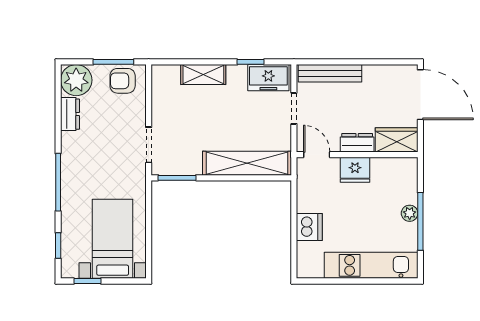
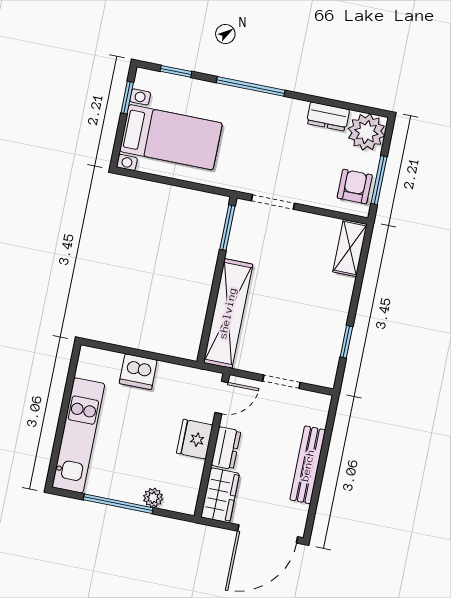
bench: (330, 73) -> (308, 465), moved
shelving: (203, 75) -> (350, 248), moved
freezer: (268, 78) -> (324, 359), removed
plant: (410, 213) -> (153, 498), moved

